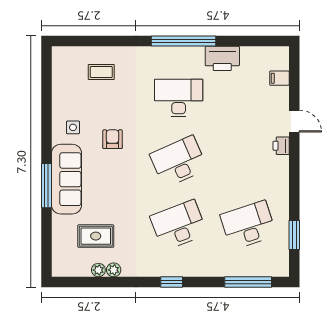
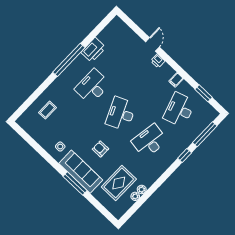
filing cabinet: (279, 78) -> (176, 80), moved
door: (294, 121) -> (152, 44), hinge flipped
armchair: (113, 139) -> (100, 149), moved
desk: (179, 225) -> (149, 141), turned 30
rug: (96, 236) -> (119, 183), width x1.36, depth x1.43
window: (172, 282) -> (185, 155), moved

